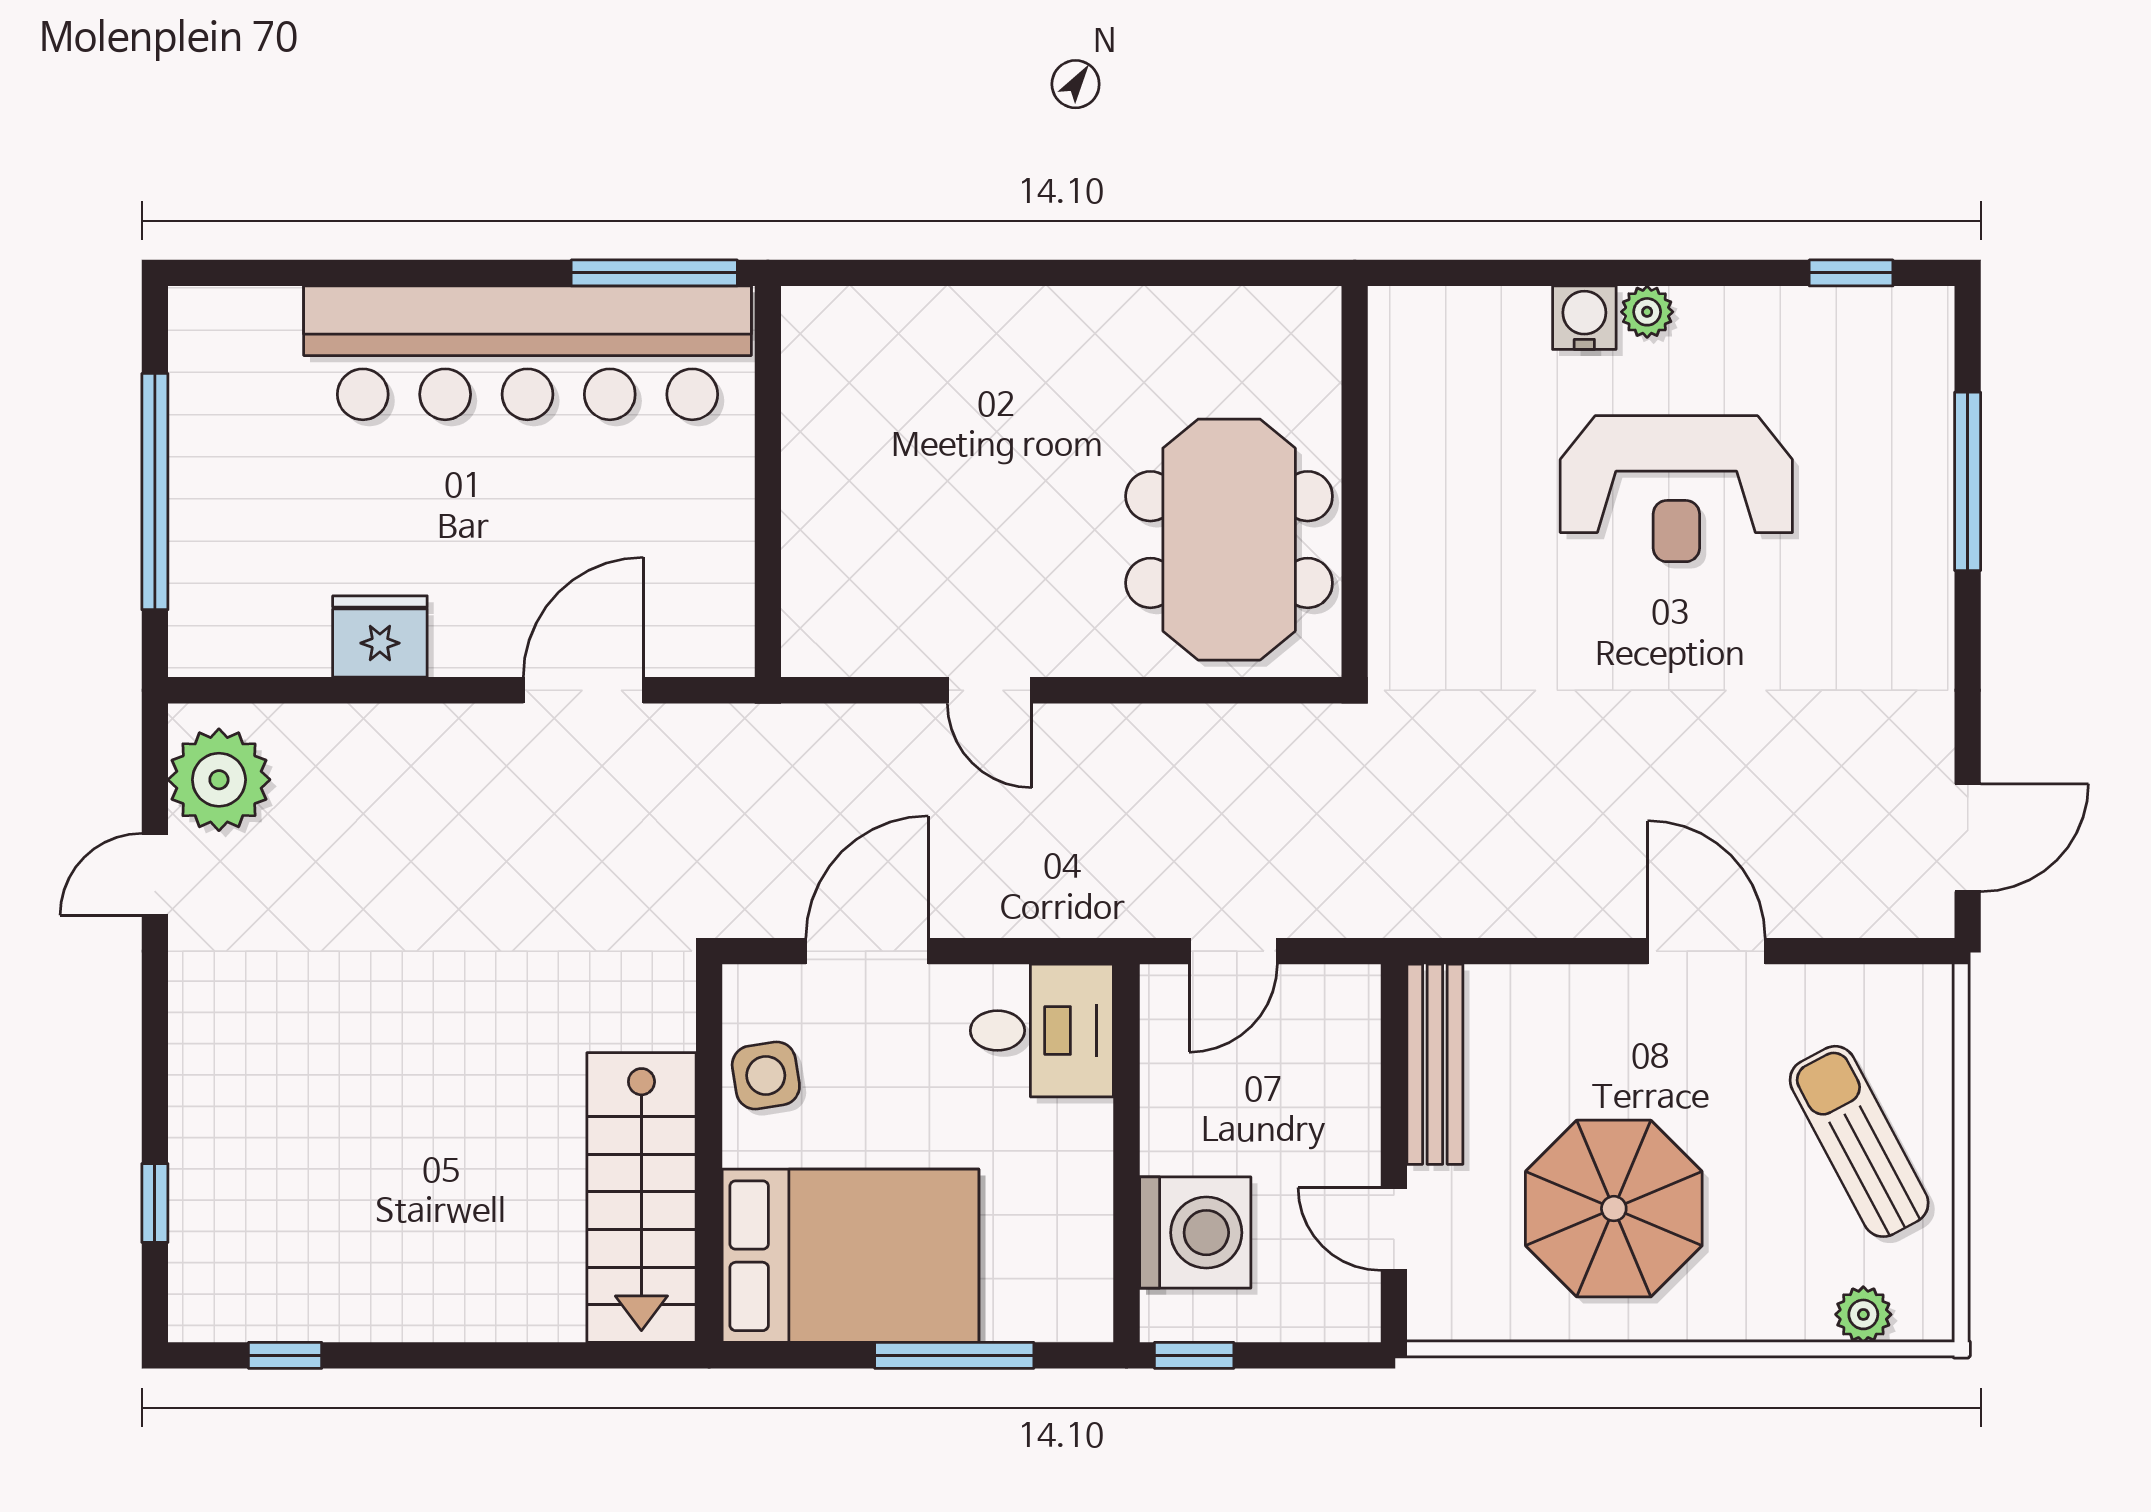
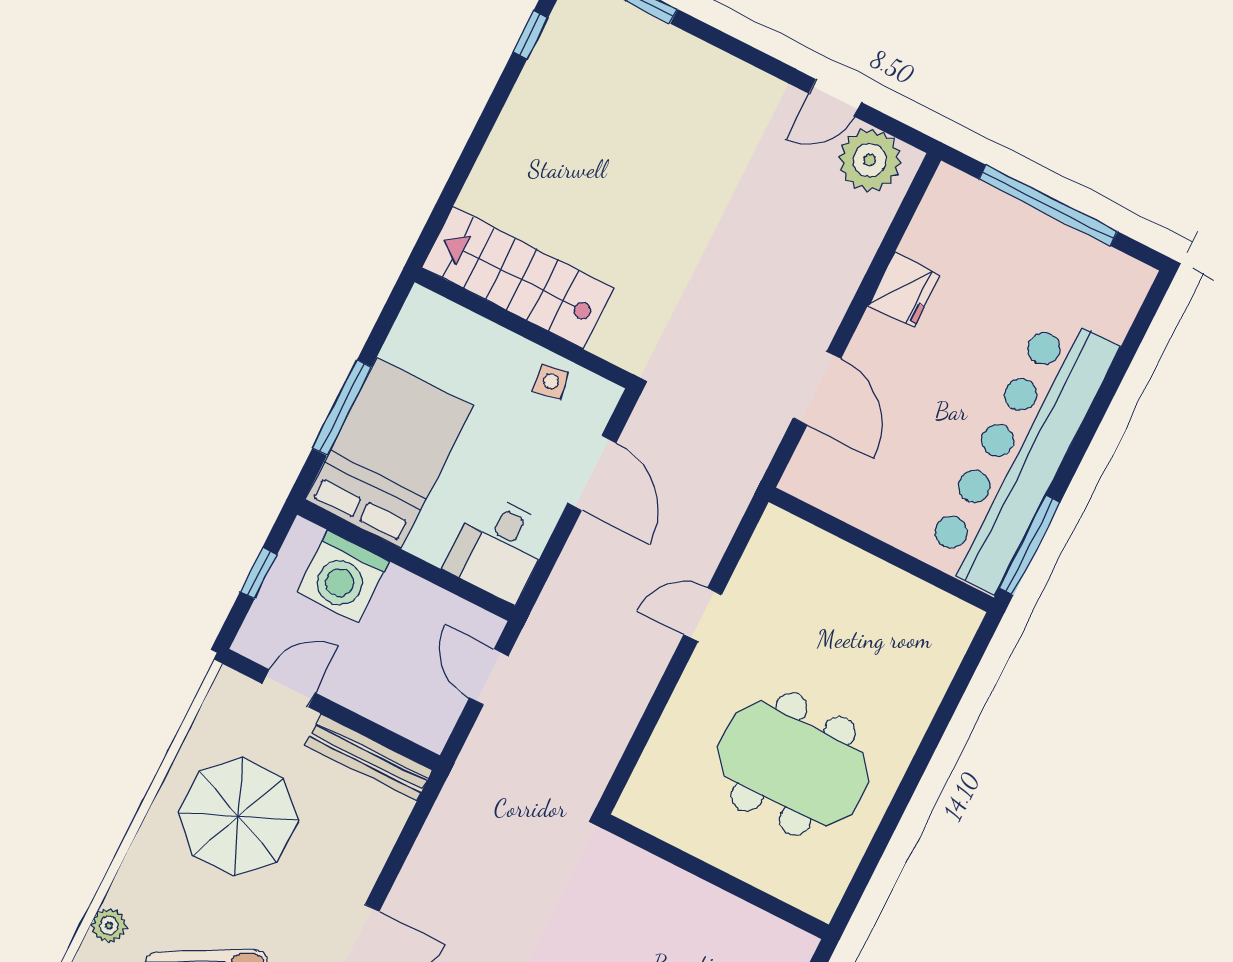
meeting table: (1229, 540) -> (793, 764), moved
door: (155, 874) -> (835, 98), swing flipped
side table: (766, 1075) -> (551, 382), width x0.73, depth x0.73
bed: (851, 1256) -> (389, 453), moved, turned 180
window: (1194, 1355) -> (258, 573), moved

